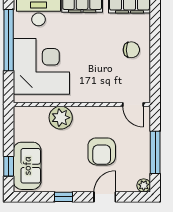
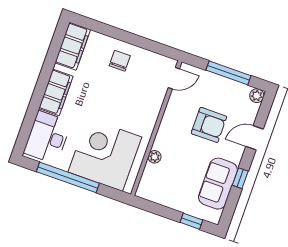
plant: (61, 118) -> (155, 157), width x0.53, depth x0.53
sofa: (27, 166) -> (218, 184), moved, turned -90
door: (105, 197) -> (255, 138), hinge flipped

